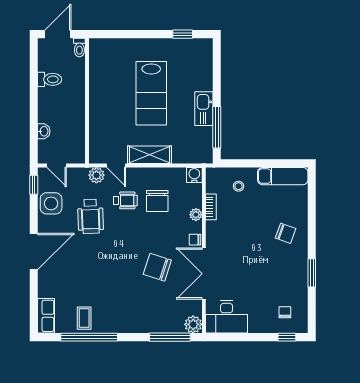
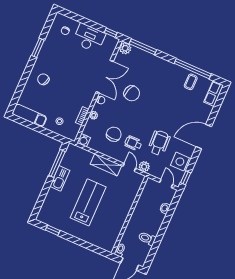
desk: (227, 317) -> (89, 38), moved
window: (287, 337) -> (111, 33), moved

